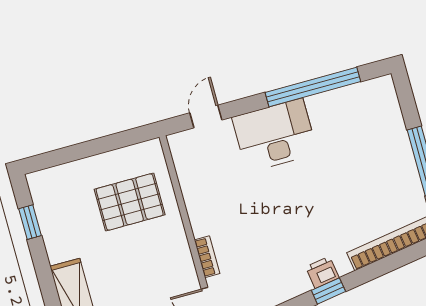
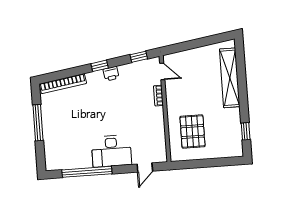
pallet: (130, 202) -> (192, 131), turned 90
printer: (322, 272) -> (111, 74), moved

